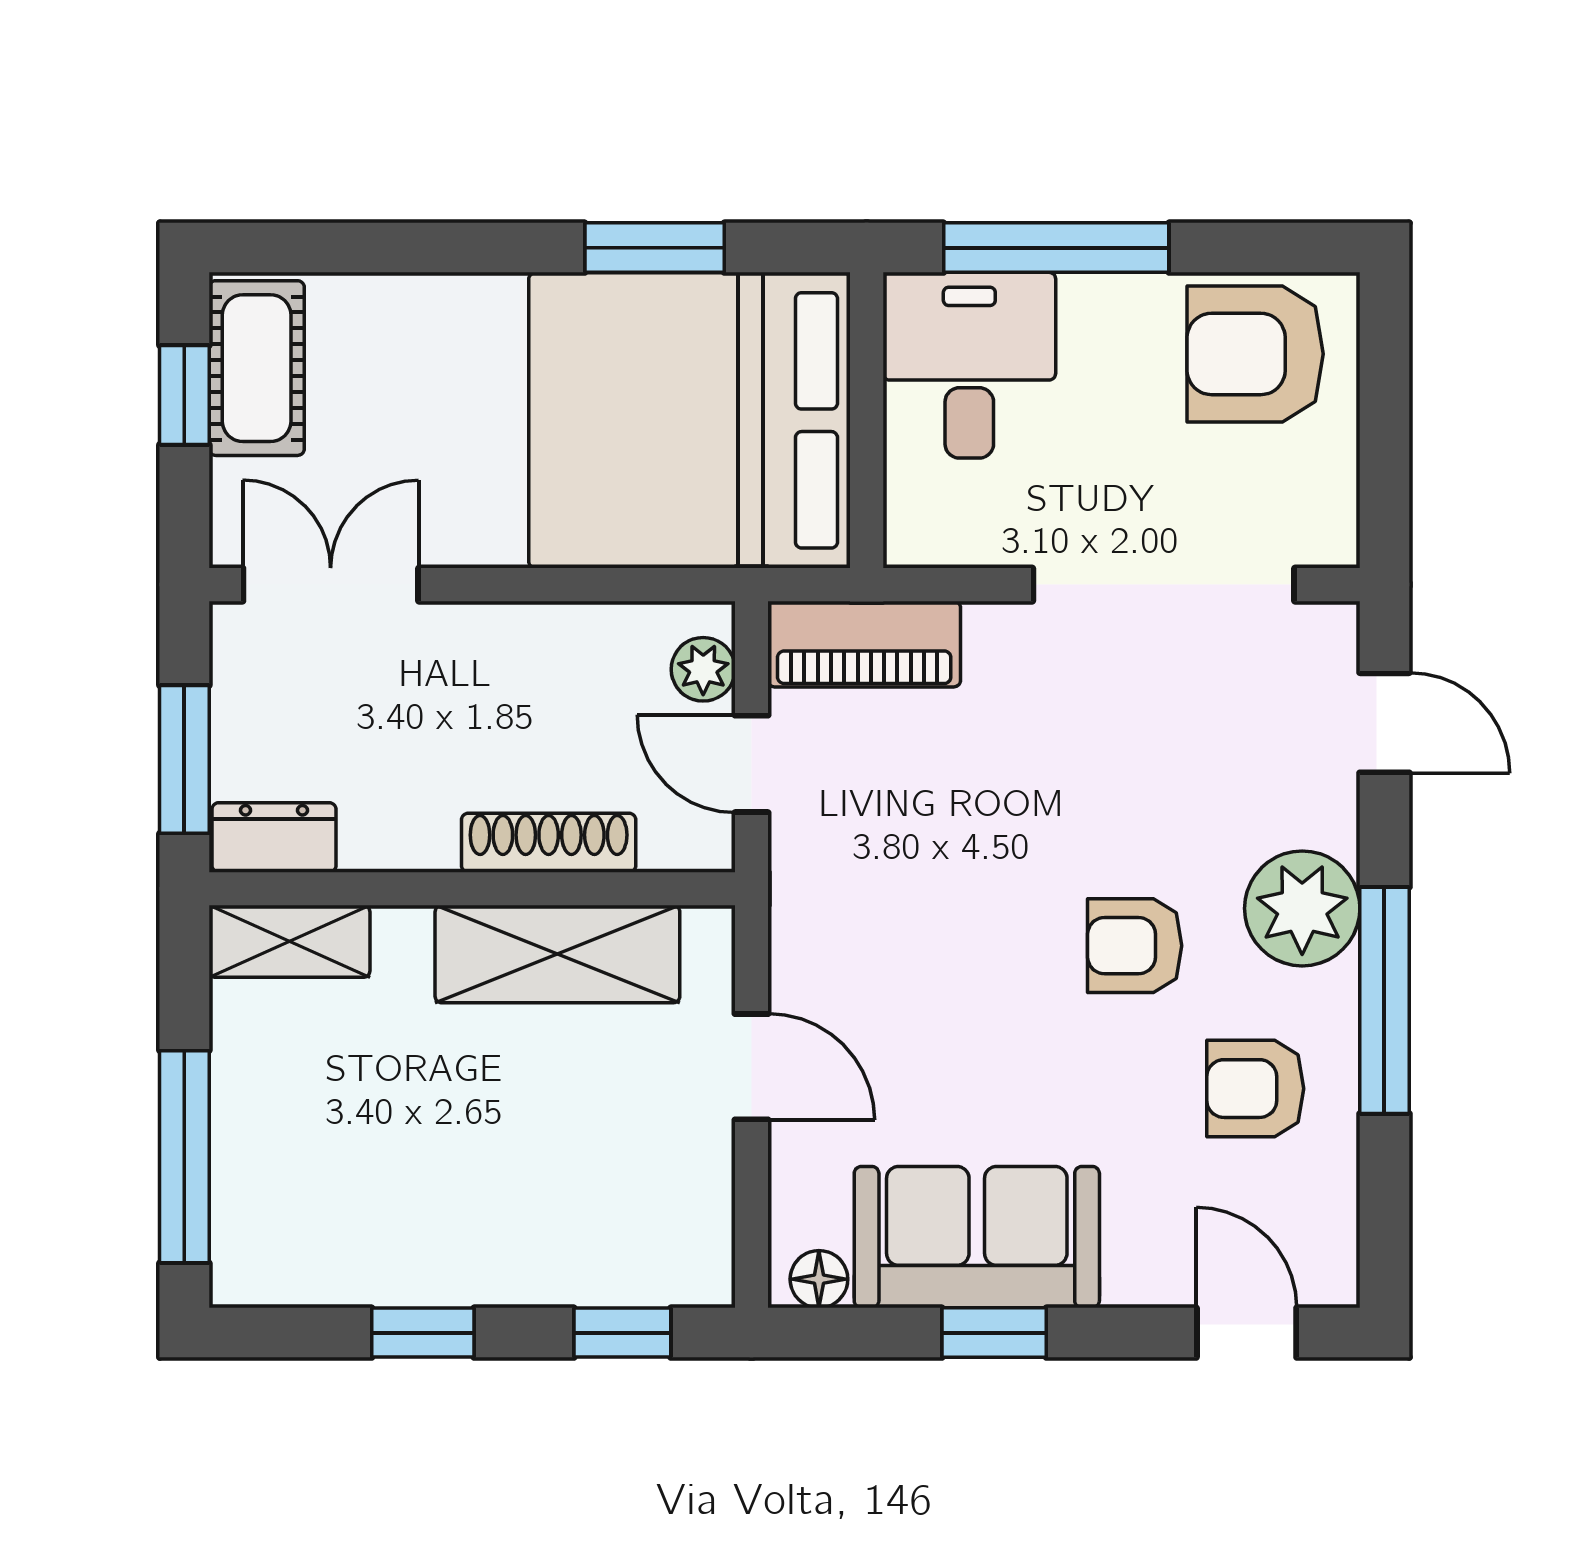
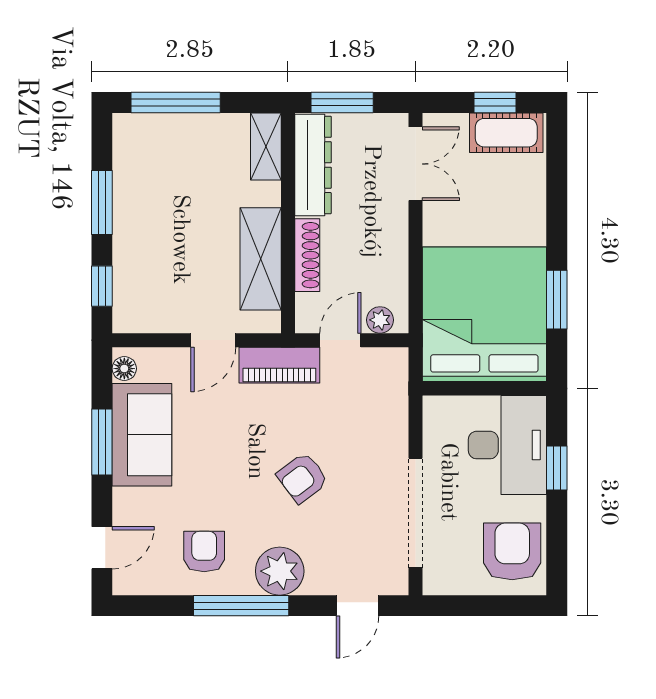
window: (1056, 248) -> (557, 468), width x0.46
desk: (969, 365) -> (507, 445), width x1.37
piano: (864, 644) -> (279, 365), moved, turned -90
dresser: (274, 837) -> (313, 165), width x1.96, depth x1.24
armchair: (1135, 946) -> (302, 478), moved, turned -127
window: (423, 1333) -> (102, 202), width x1.50
window: (994, 1333) -> (102, 442), width x1.50

